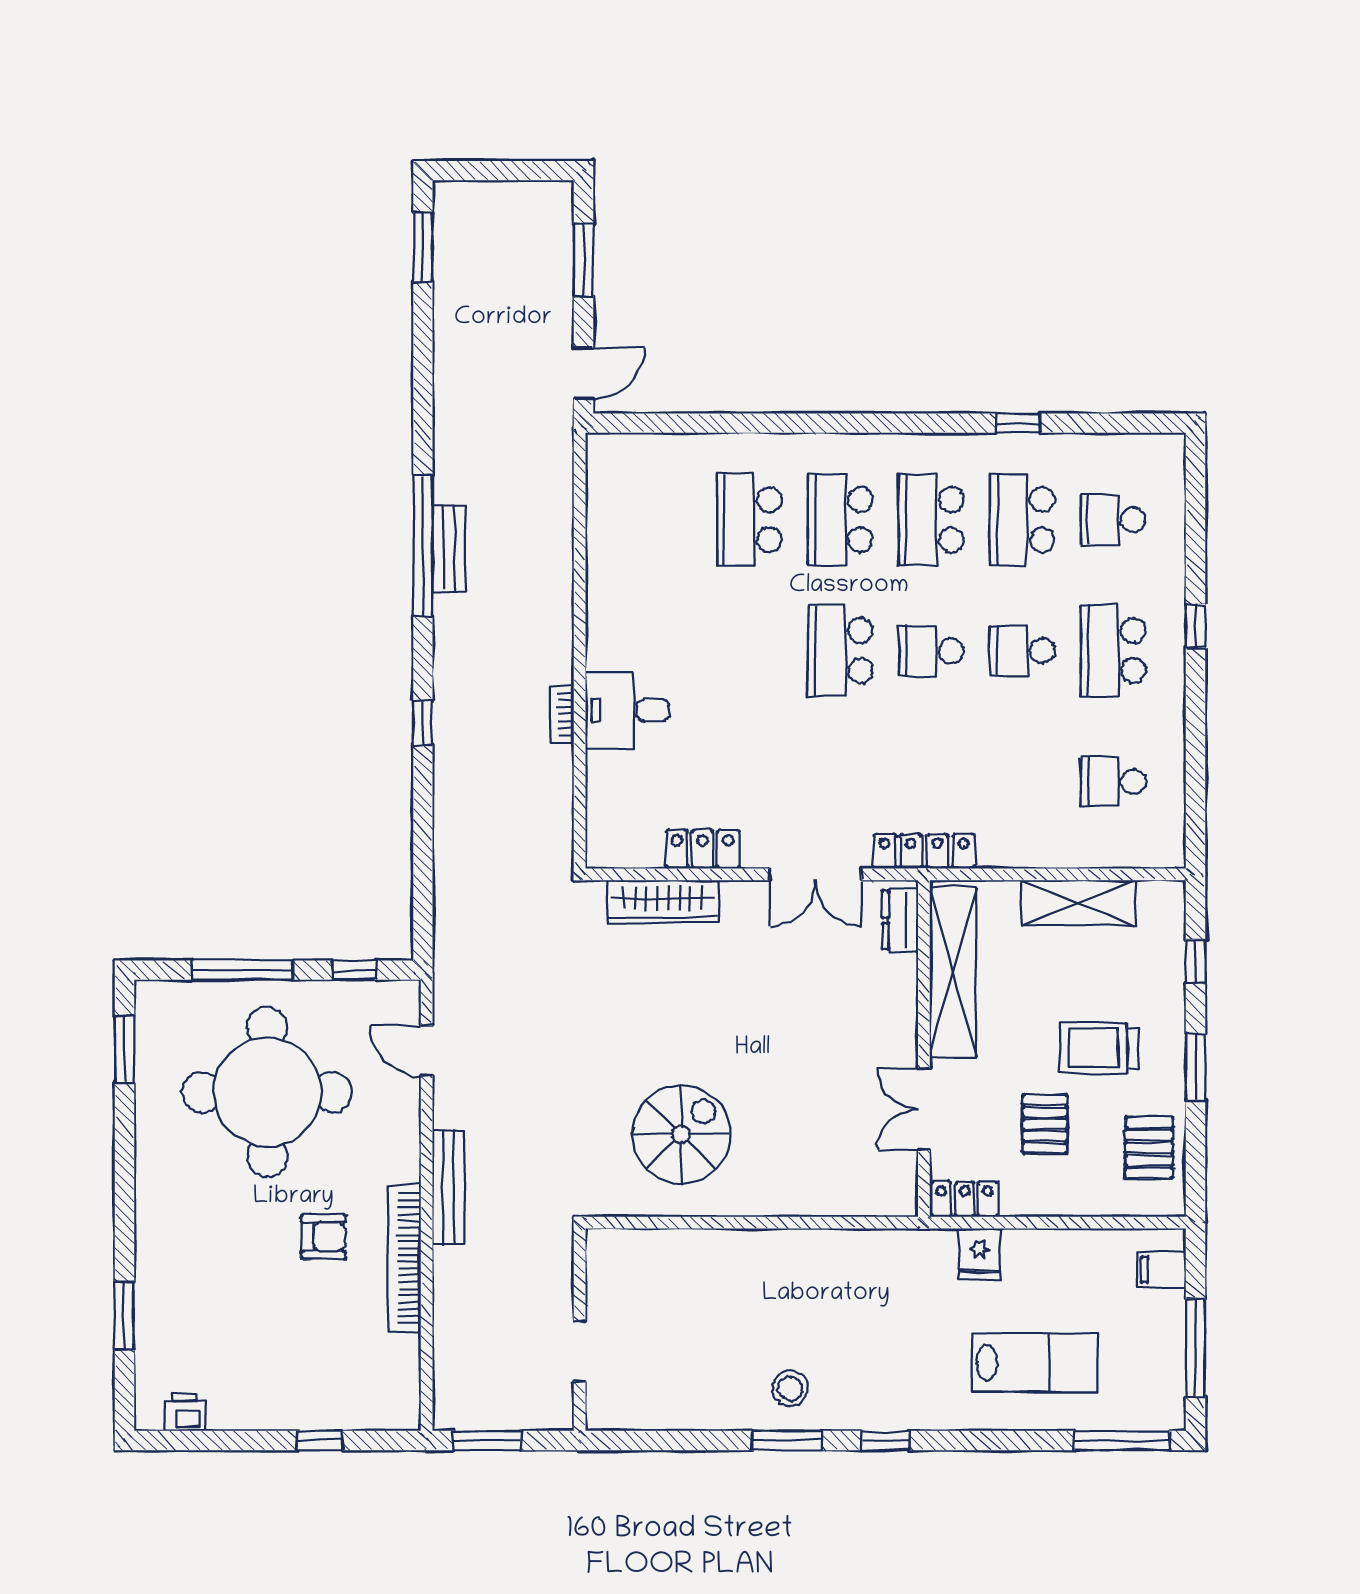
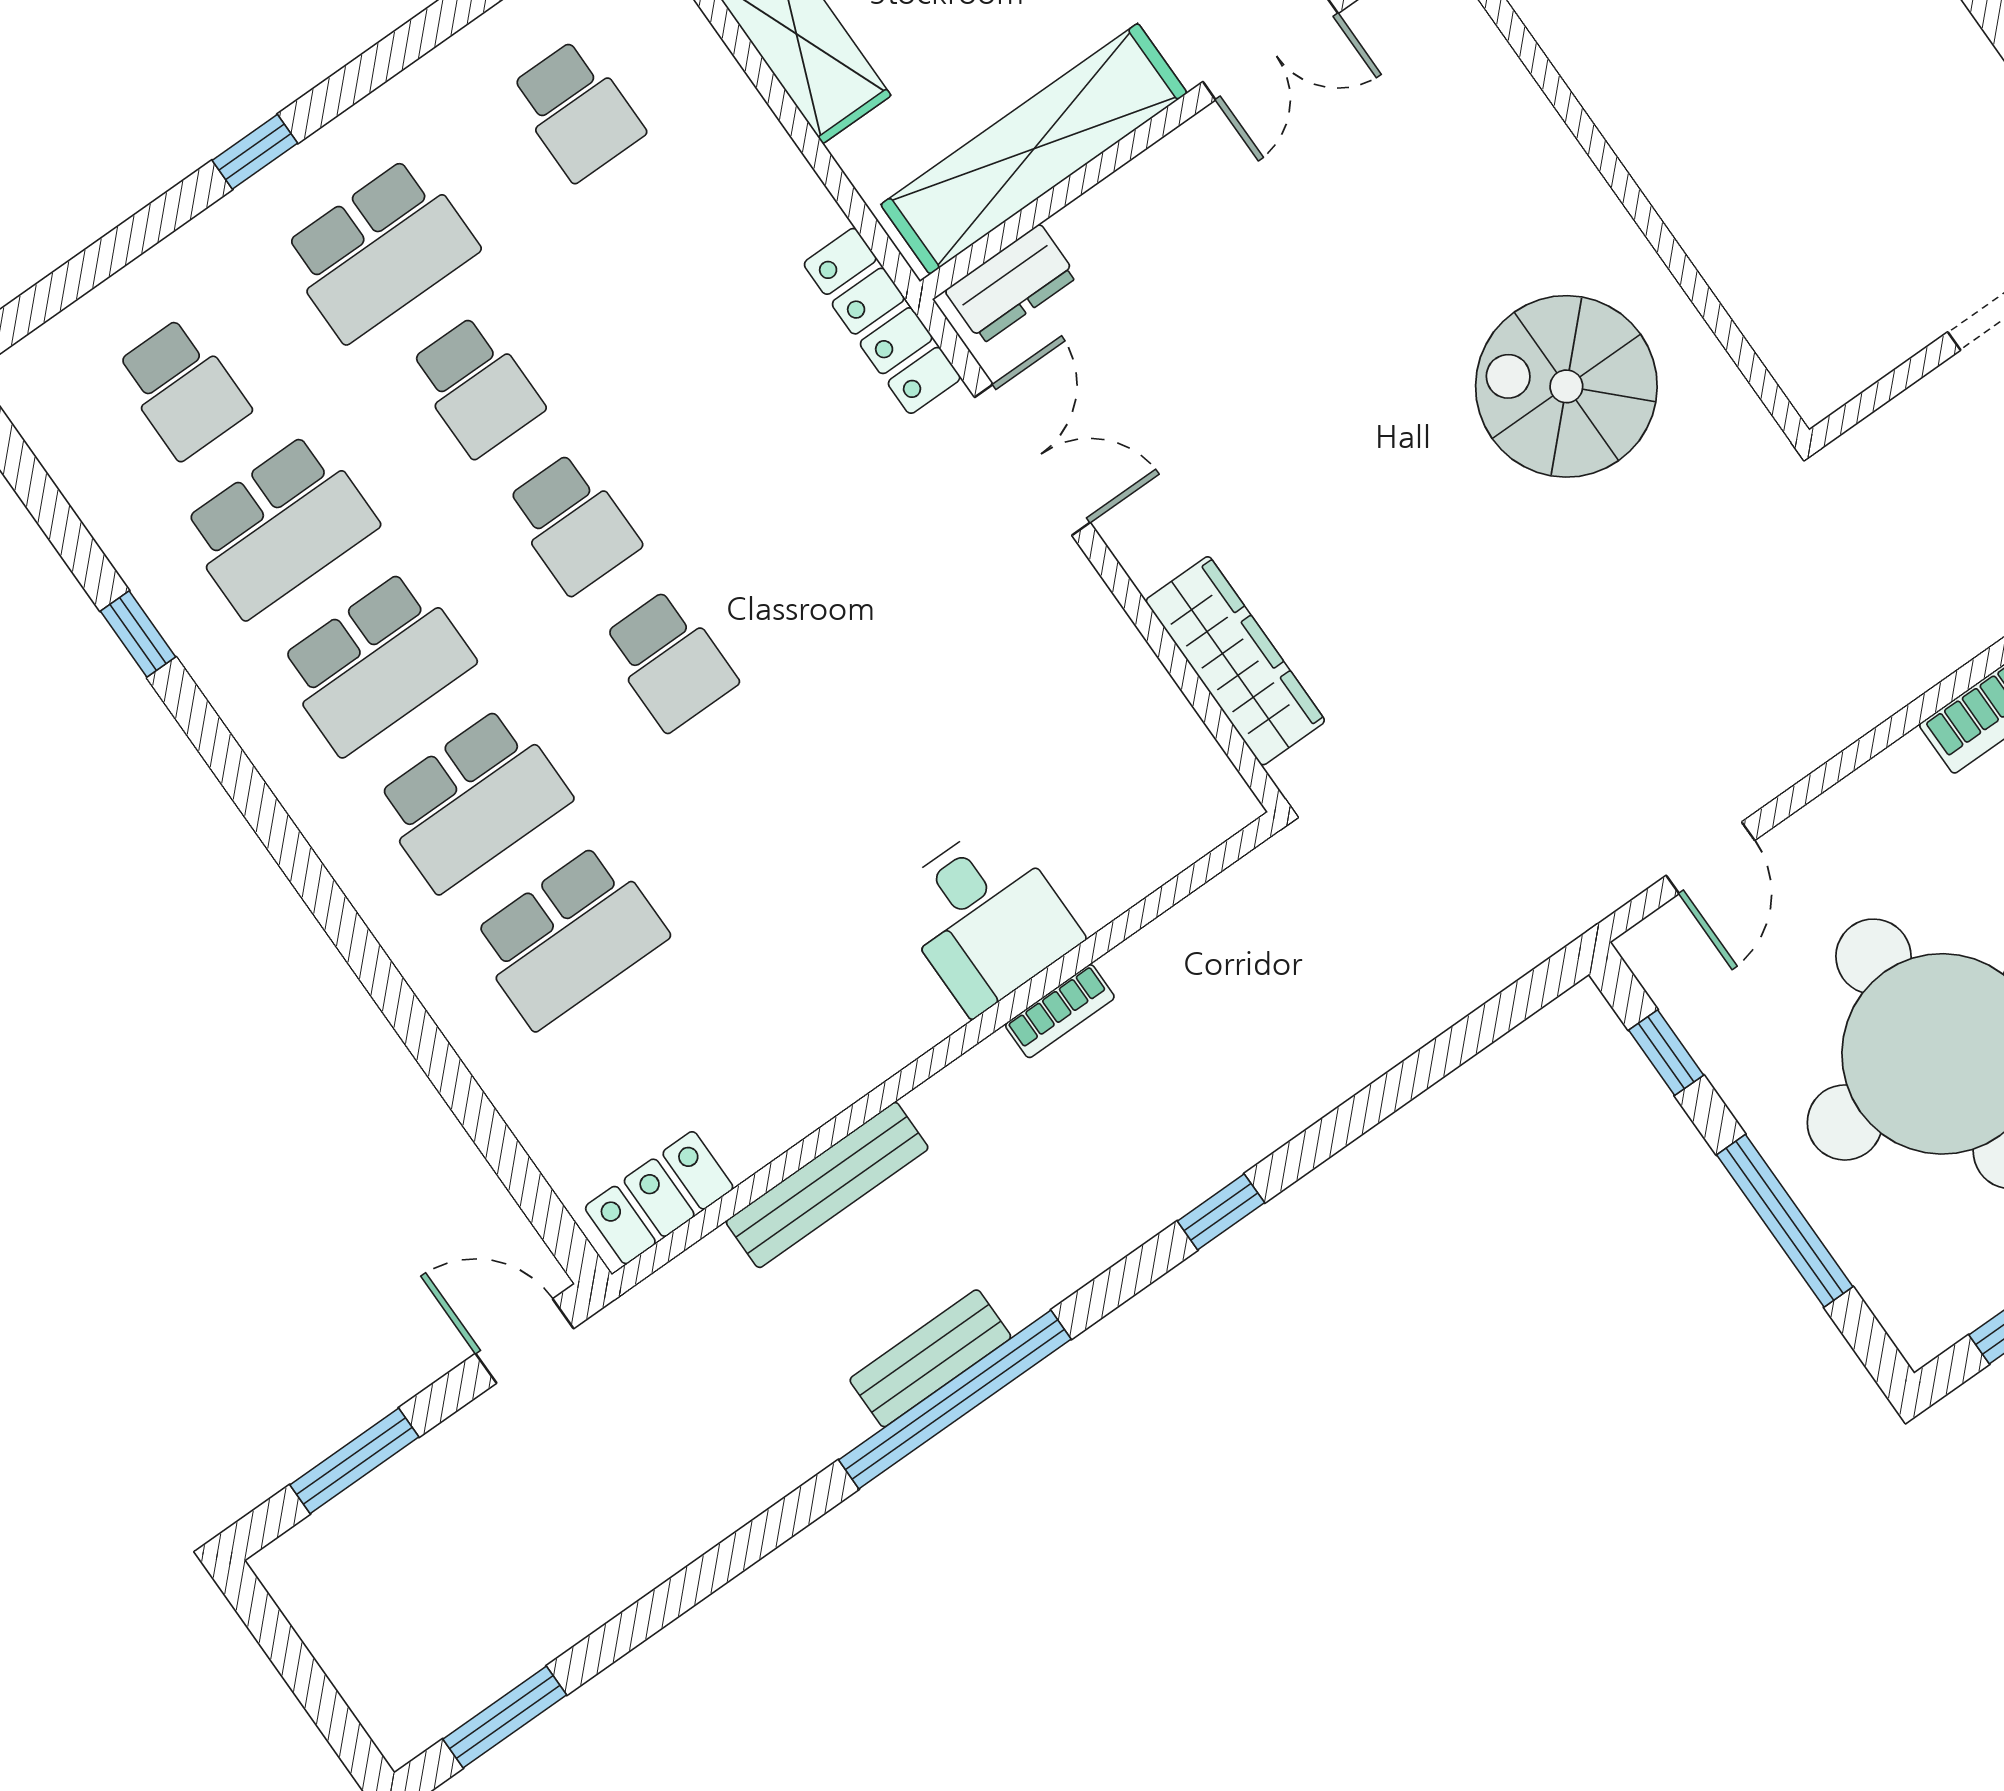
school desk: (840, 651) -> (669, 660), width x0.54
locker: (703, 849) -> (659, 1198), moved, turned 90
bench: (448, 1188) -> (827, 1185), moved

